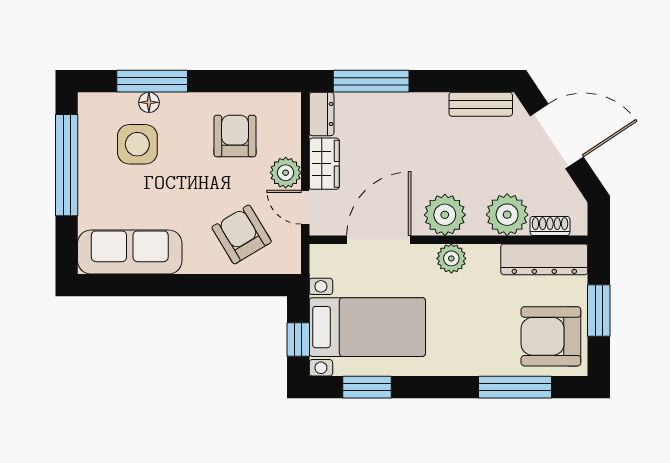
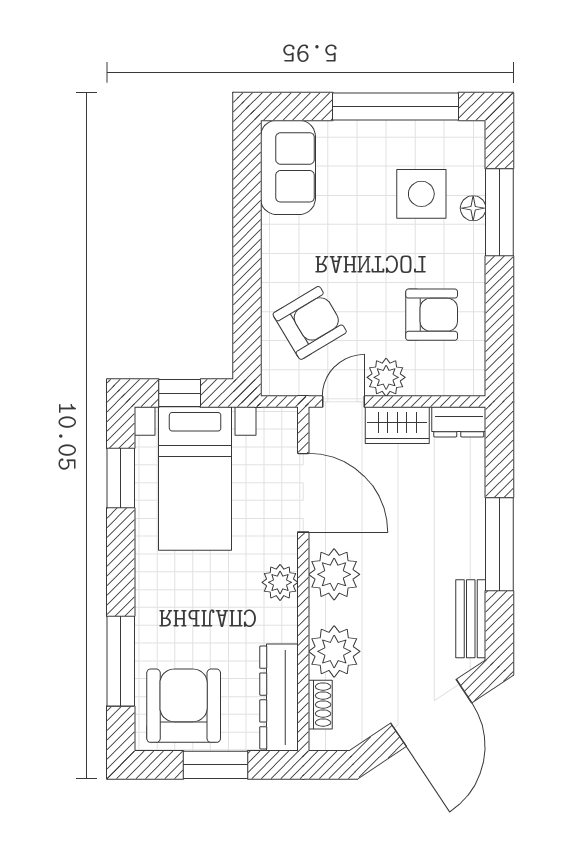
window: (371, 81) -> (499, 544), moved
sofa: (130, 252) -> (288, 167), width x0.73

